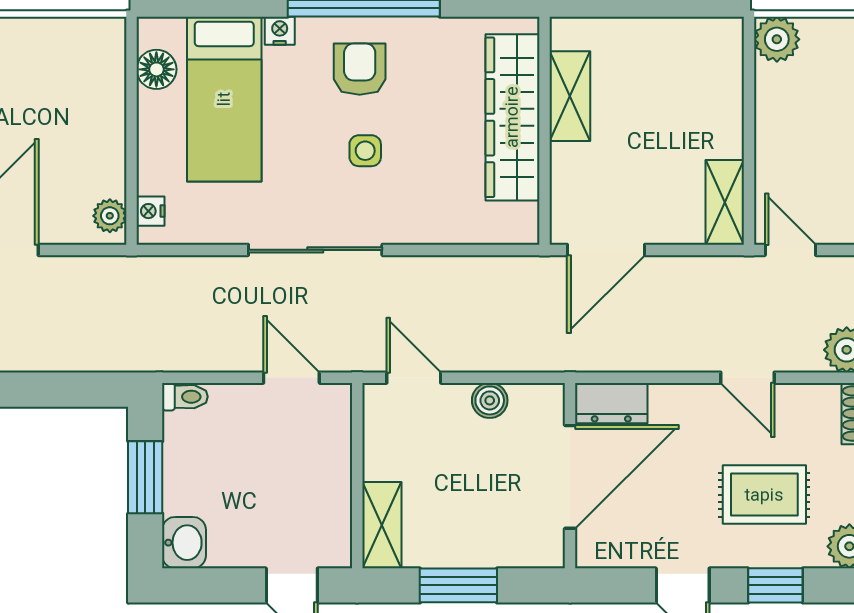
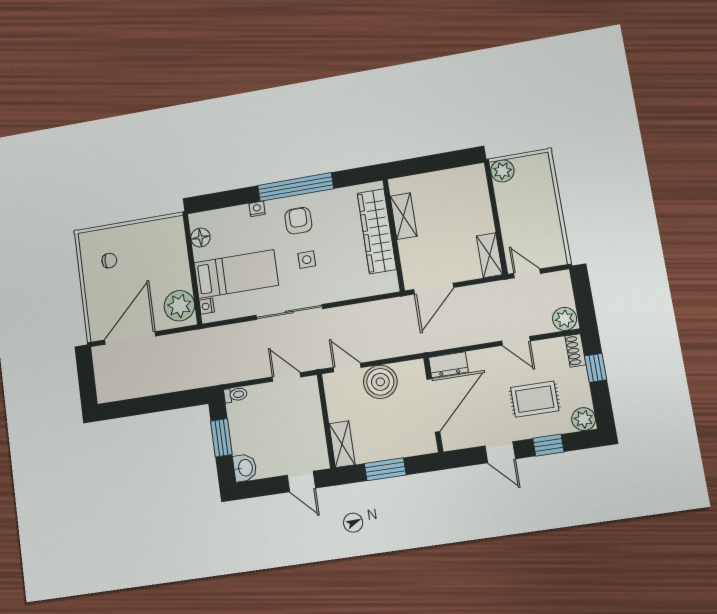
bed: (224, 99) -> (236, 274), moved, turned -90
plant: (110, 216) -> (179, 306), width x1.88, depth x1.88
boiler: (490, 400) -> (380, 382), width x1.86, depth x1.86

